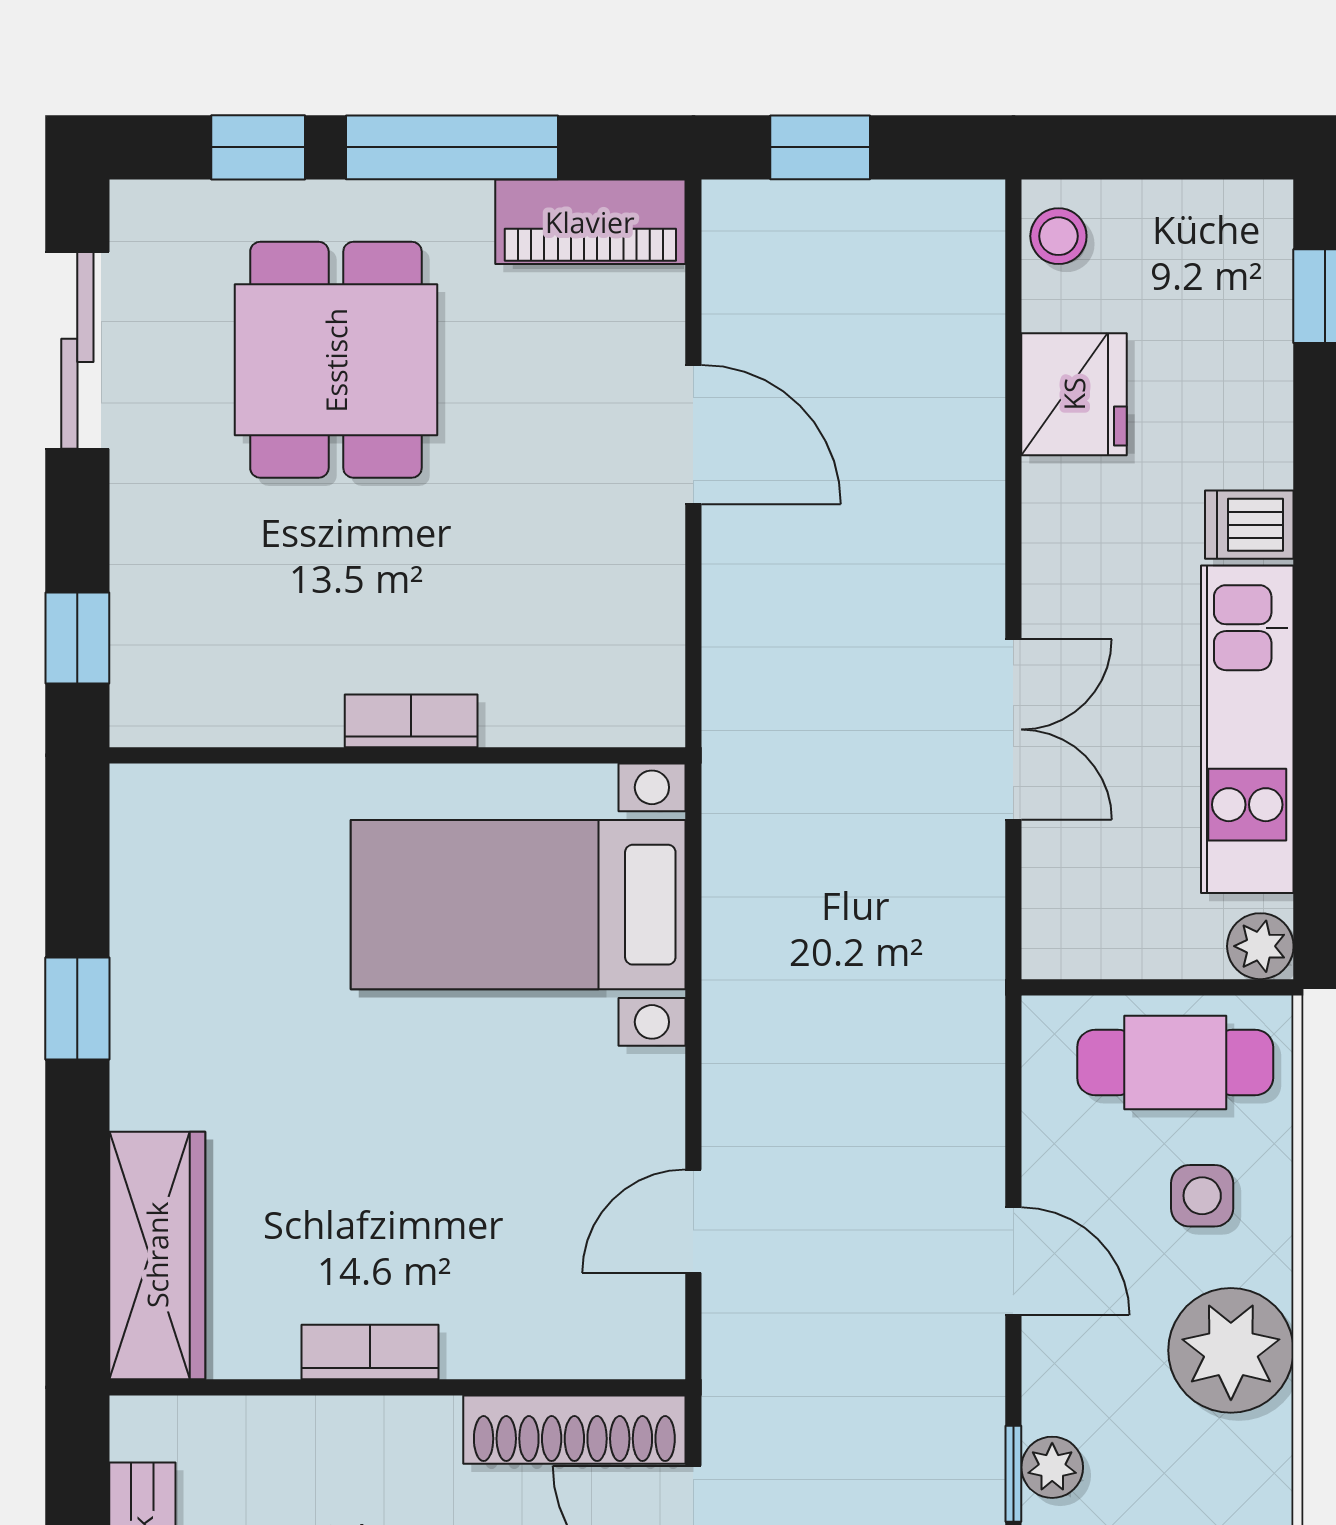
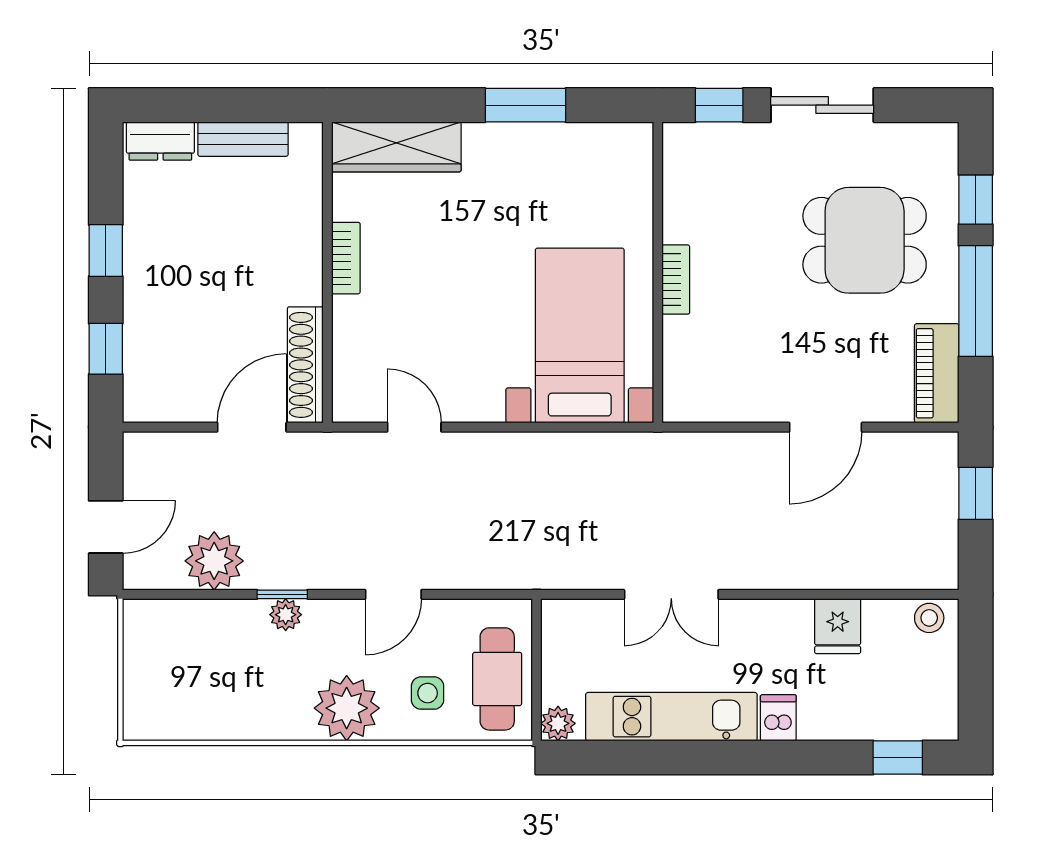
sliding door: (77, 350) -> (822, 105), moved
fridge: (1074, 394) -> (838, 626), width x0.72
window: (77, 1008) -> (525, 105), width x1.50

